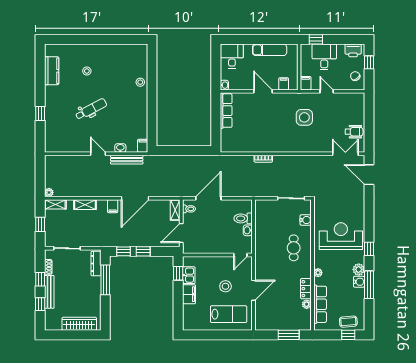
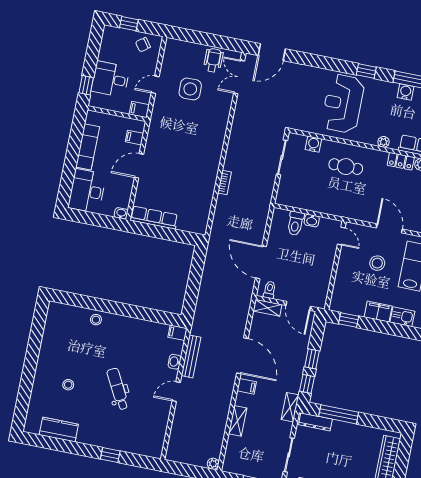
printer: (353, 50) -> (110, 41), removed
desk: (232, 56) -> (87, 191), width x1.37
side table: (304, 117) -> (190, 89), moved
shelving: (55, 204) -> (290, 407), moved
plant: (359, 269) -> (390, 89), removed
kitchen sink: (189, 275) -> (402, 317), moved

